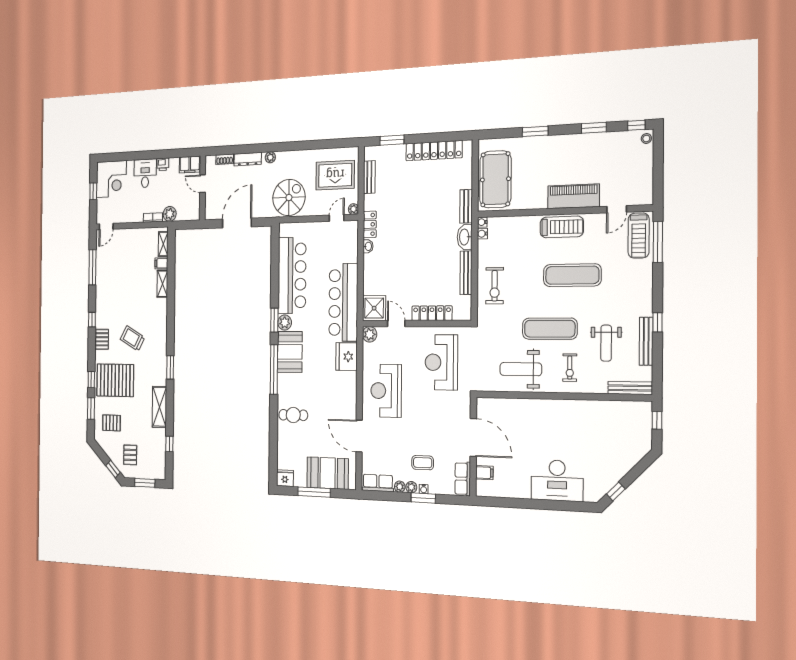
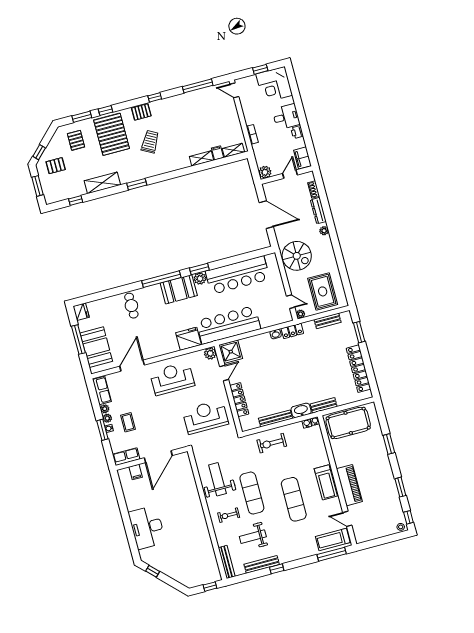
plant: (170, 214) -> (265, 172), moved

